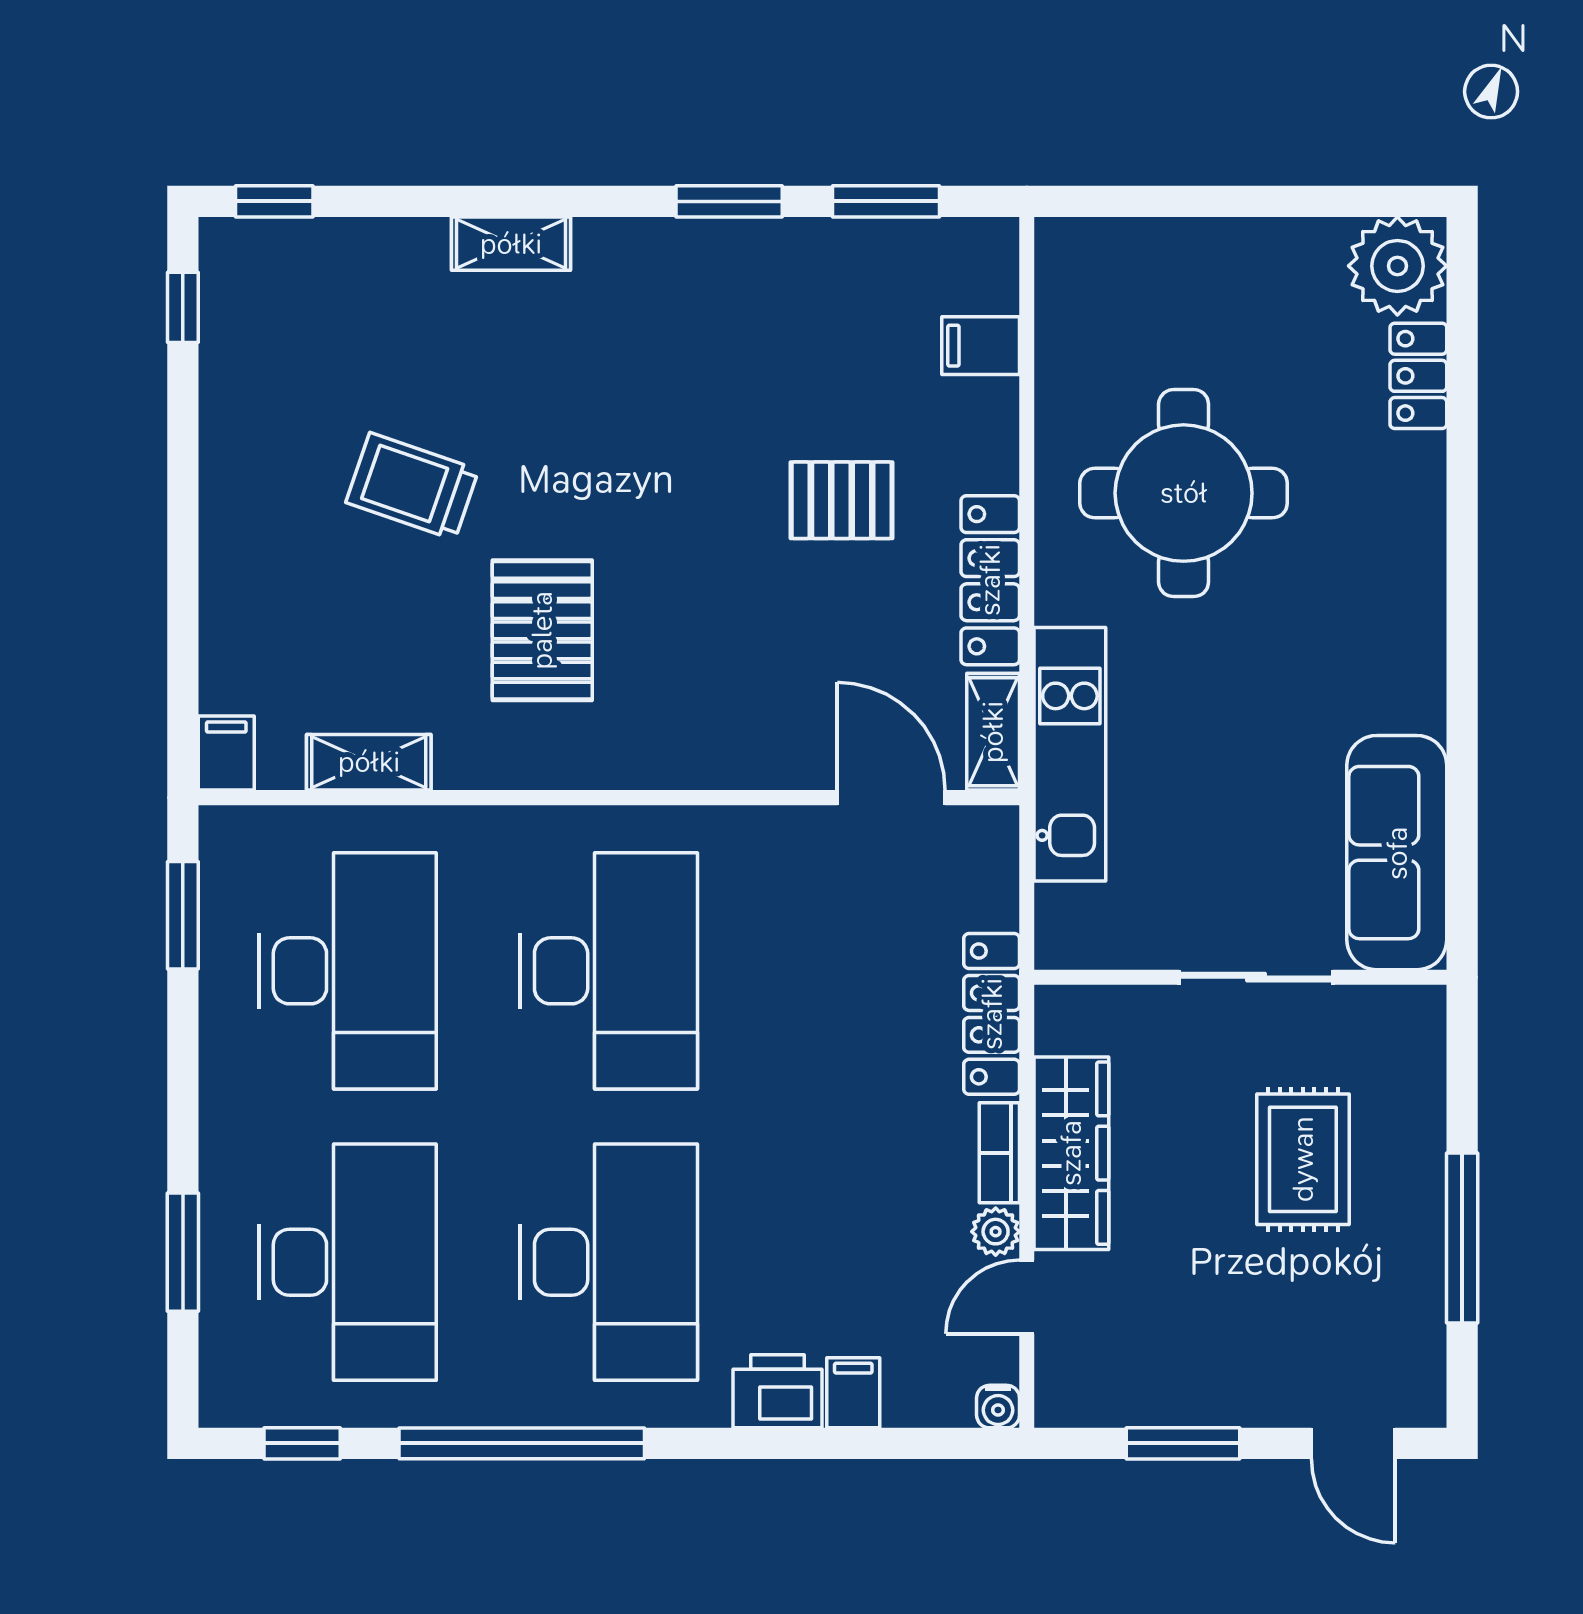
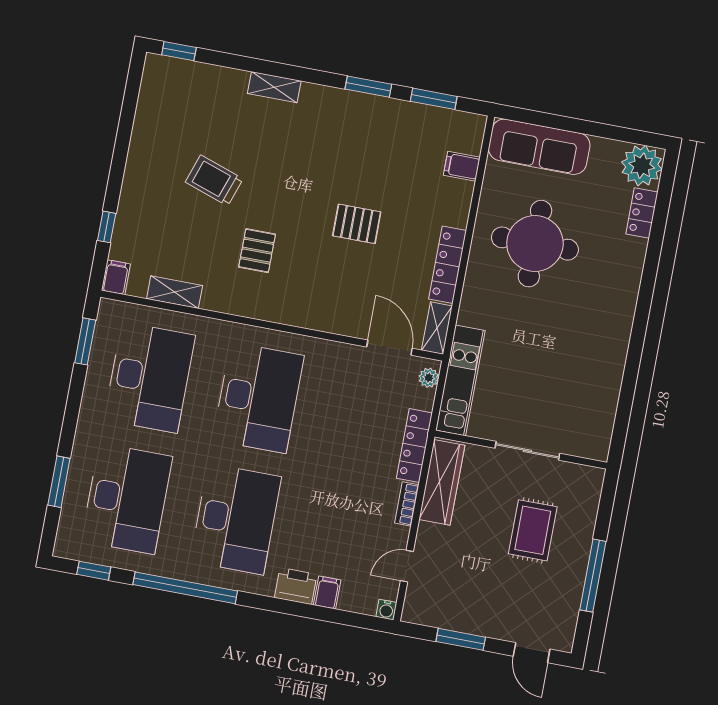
window: (183, 307) -> (107, 227), moved
pallet: (842, 500) -> (357, 224), moved
pallet: (542, 630) -> (257, 251), width x0.67, depth x0.71
kitchen unit: (1070, 754) -> (460, 380), moved
sofa: (1397, 853) -> (539, 147), moved, turned -90
wardrobe: (1071, 1153) -> (442, 482), moved
plant: (996, 1232) -> (429, 378), moved

